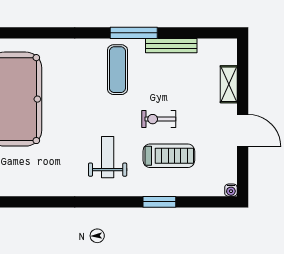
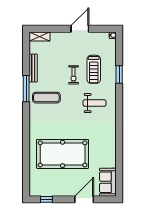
shelving: (229, 84) -> (40, 36), moved
treadmill: (169, 156) -> (94, 69), turned 180
weight bench: (108, 157) -> (95, 103), turned 180

